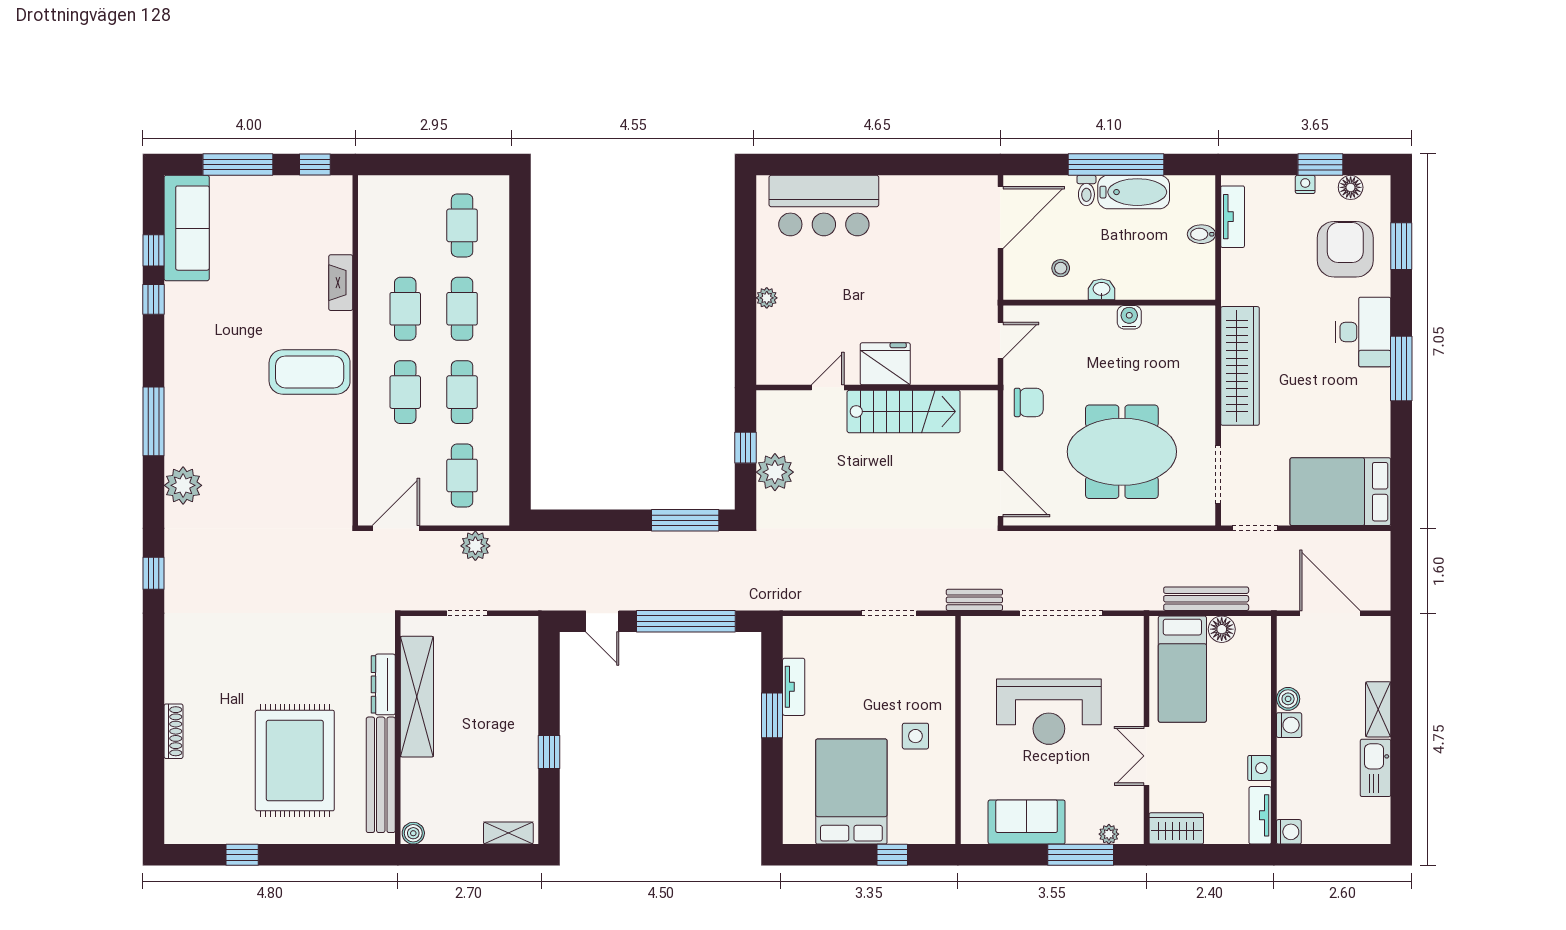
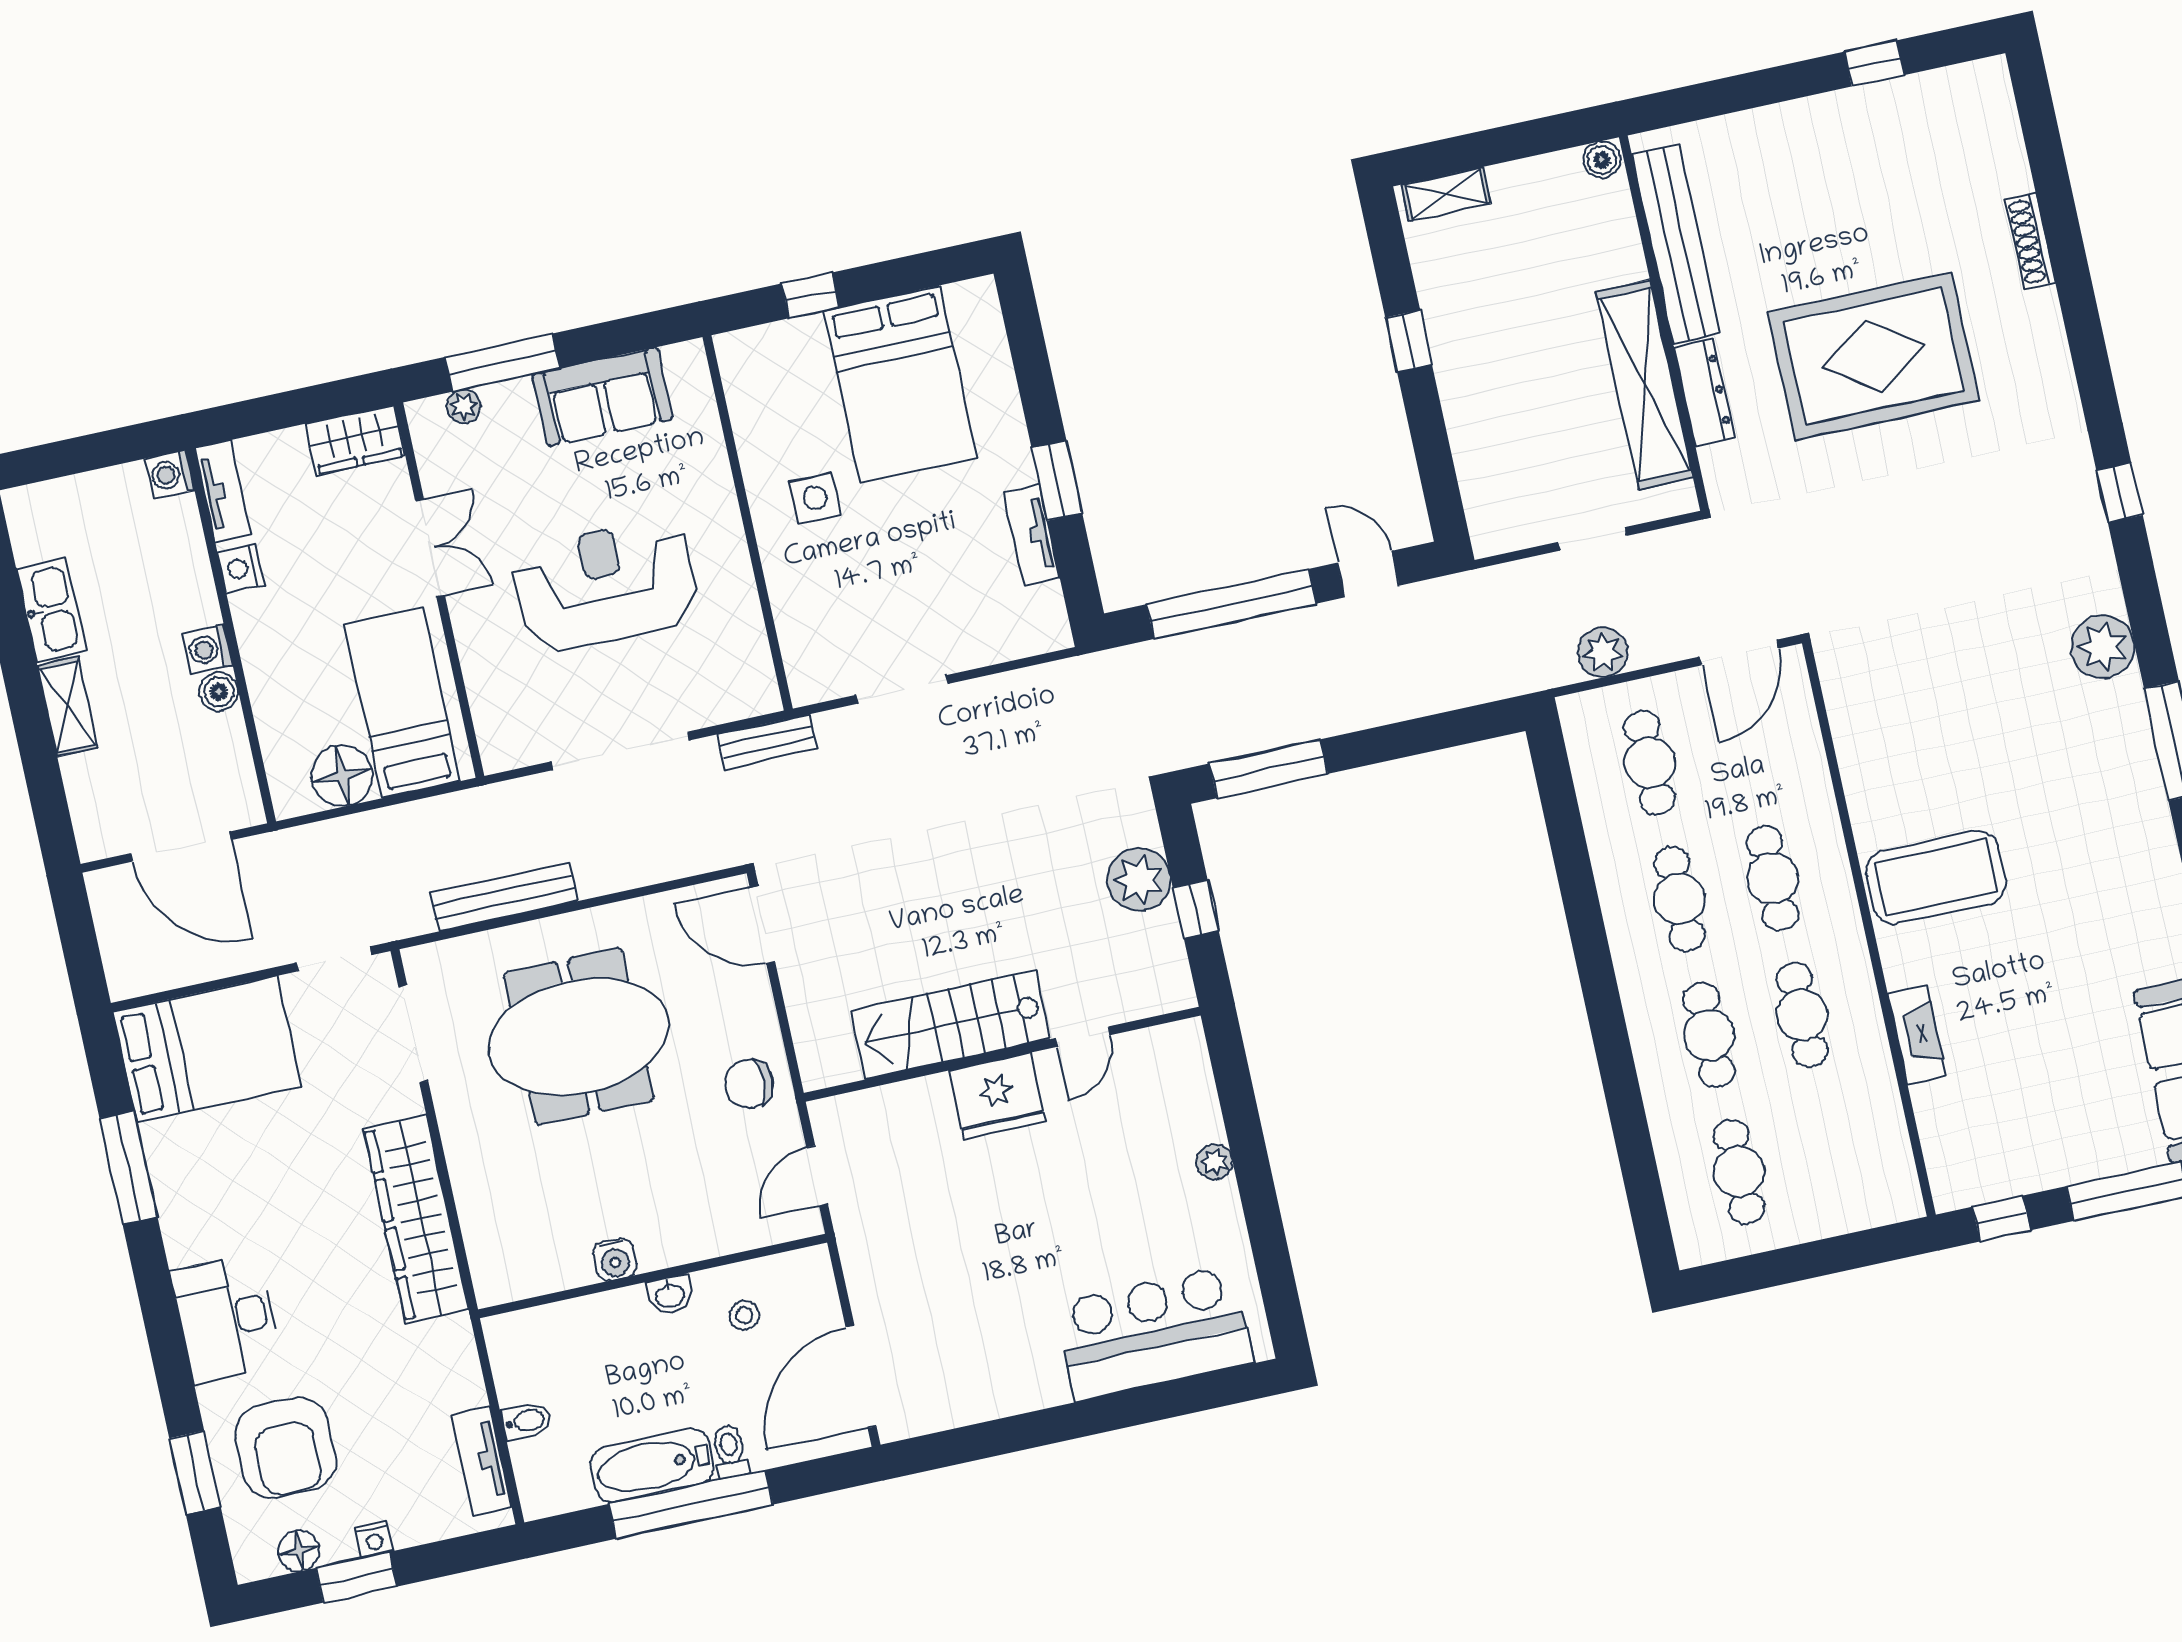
window: (1401, 369) -> (128, 1168), moved
bench: (1206, 599) -> (504, 897), moved
floor lamp: (1222, 629) -> (342, 776), width x1.38, depth x1.38
rug: (295, 761) -> (1873, 356), moved, turned 90

